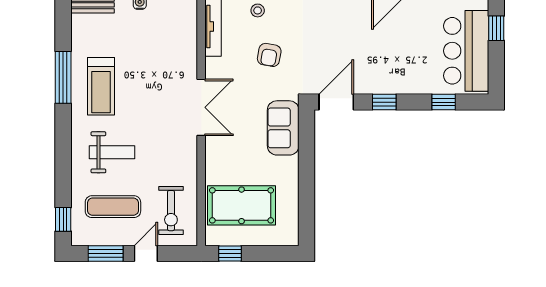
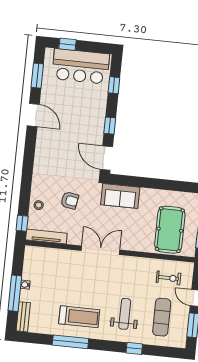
exercise bike: (171, 211) -> (168, 278), width x0.73, depth x0.72
window: (63, 219) -> (134, 348), moved

